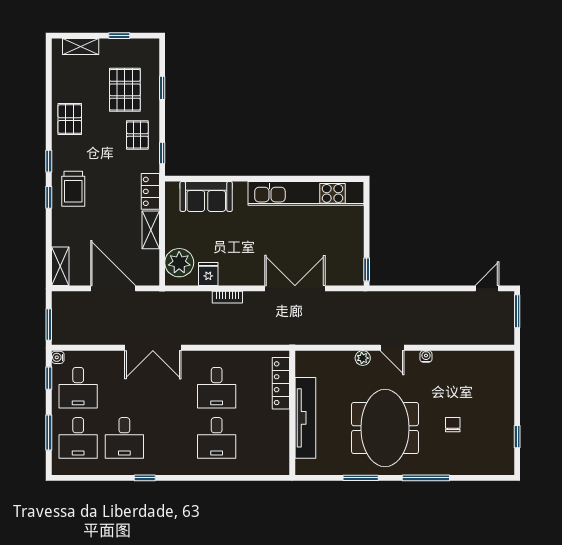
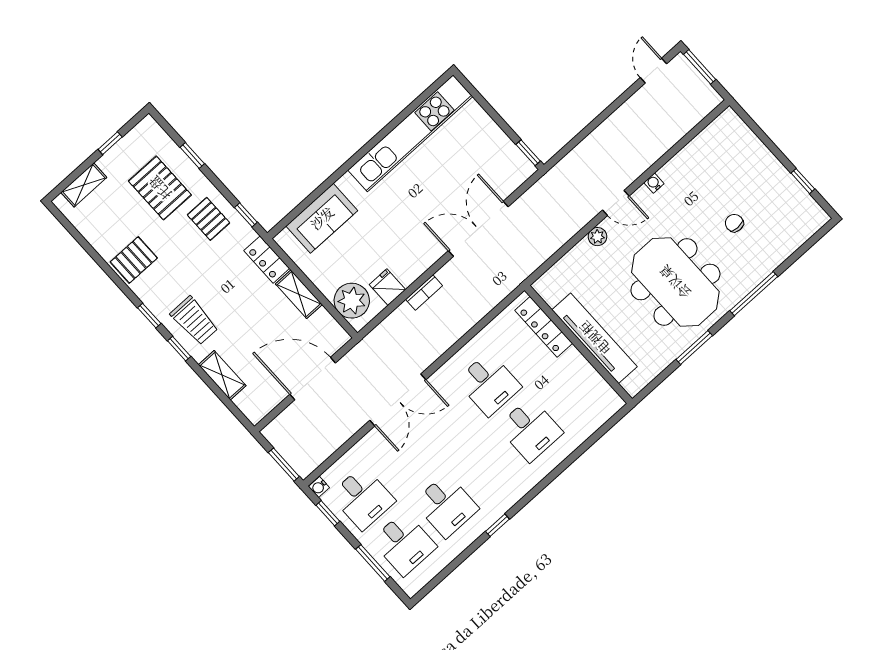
pallet: (70, 119) -> (134, 260), turned 90
shelving: (60, 266) -> (222, 375), moved

